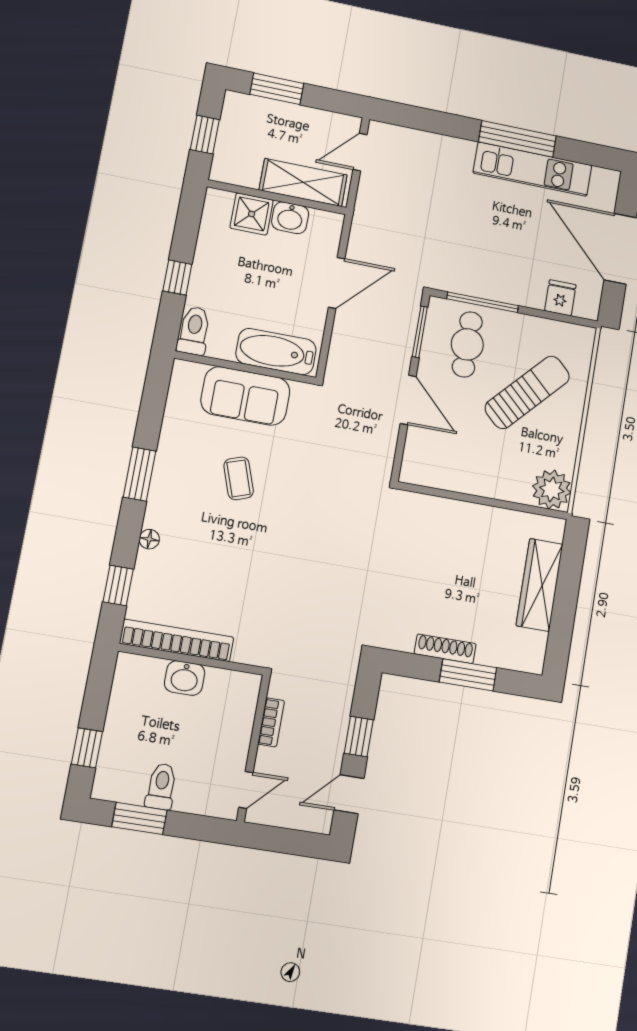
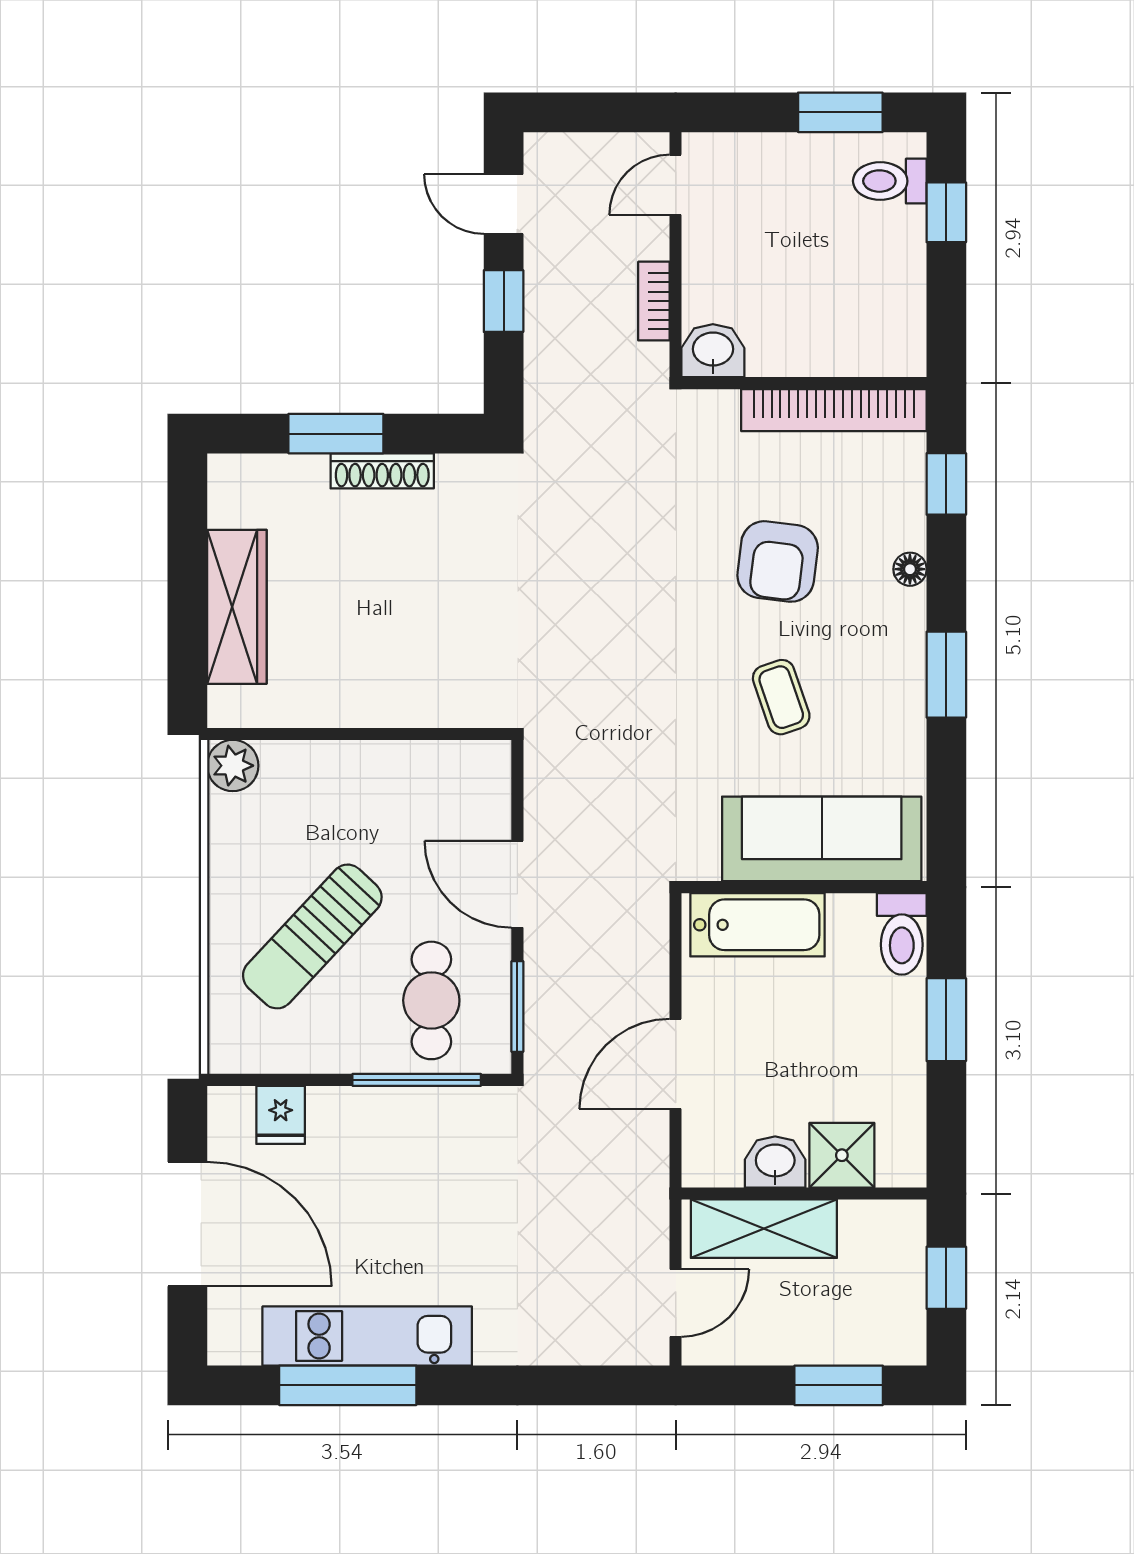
window: (517, 139) -> (348, 1385), moved
window: (177, 278) -> (946, 1020), width x1.50
sofa: (245, 396) -> (822, 839), width x1.36
plant: (552, 489) -> (233, 766), width x0.73, depth x0.73
armchair: (226, 557) -> (778, 561), added
washbasin: (185, 678) -> (713, 351), moved
toilet: (161, 786) -> (890, 181), moved, turned 90
door: (349, 794) -> (504, 204), swing flipped

